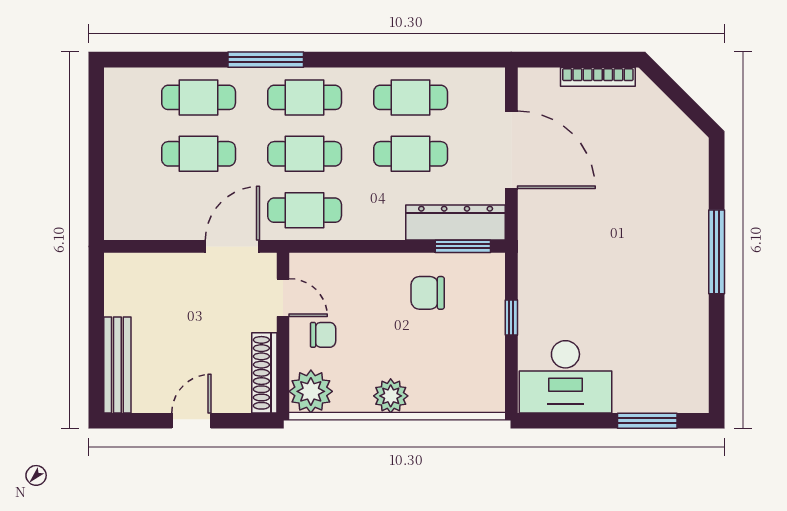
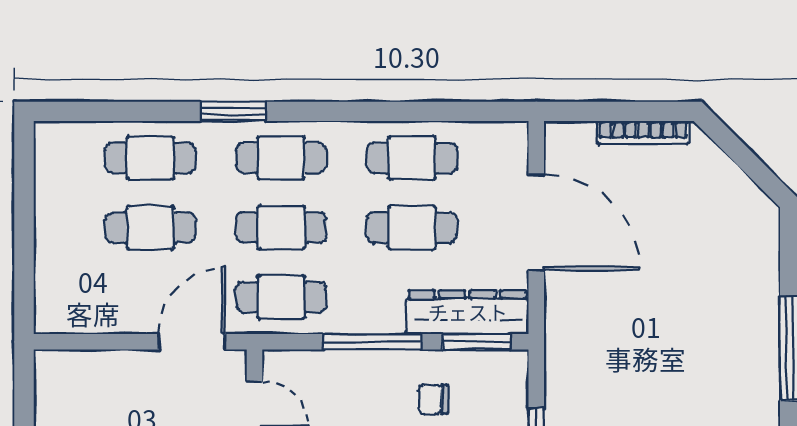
window: (266, 60) -> (233, 111), width x0.69
window: (378, 246) -> (372, 342), added
chair: (428, 293) -> (433, 399), width x0.73, depth x0.73

